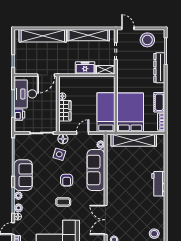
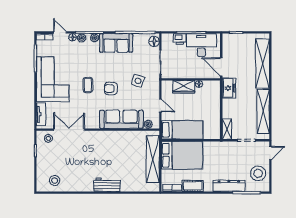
freezer: (85, 68) -> (229, 88), moved
floor lamp: (63, 139) -> (154, 41), moved

